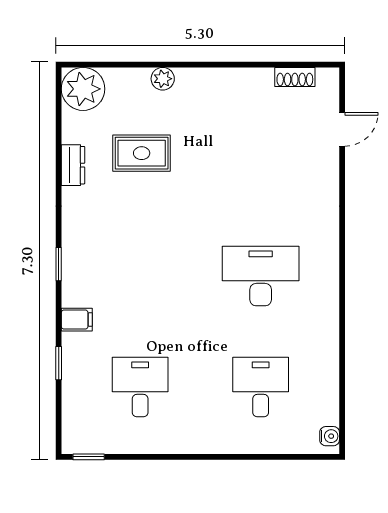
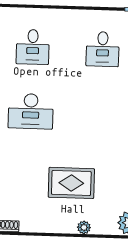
rug: (142, 153) -> (71, 183), moved, width x1.36, depth x1.43

